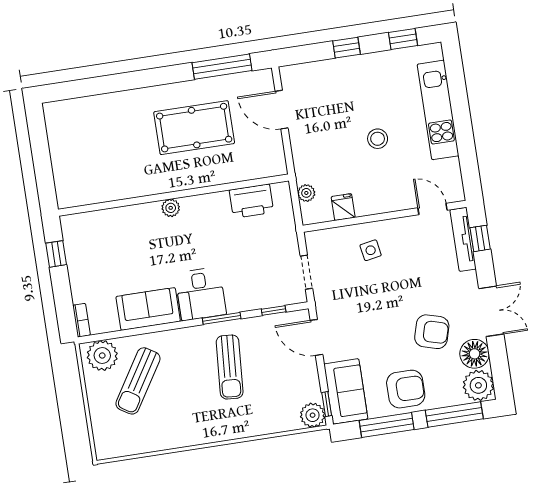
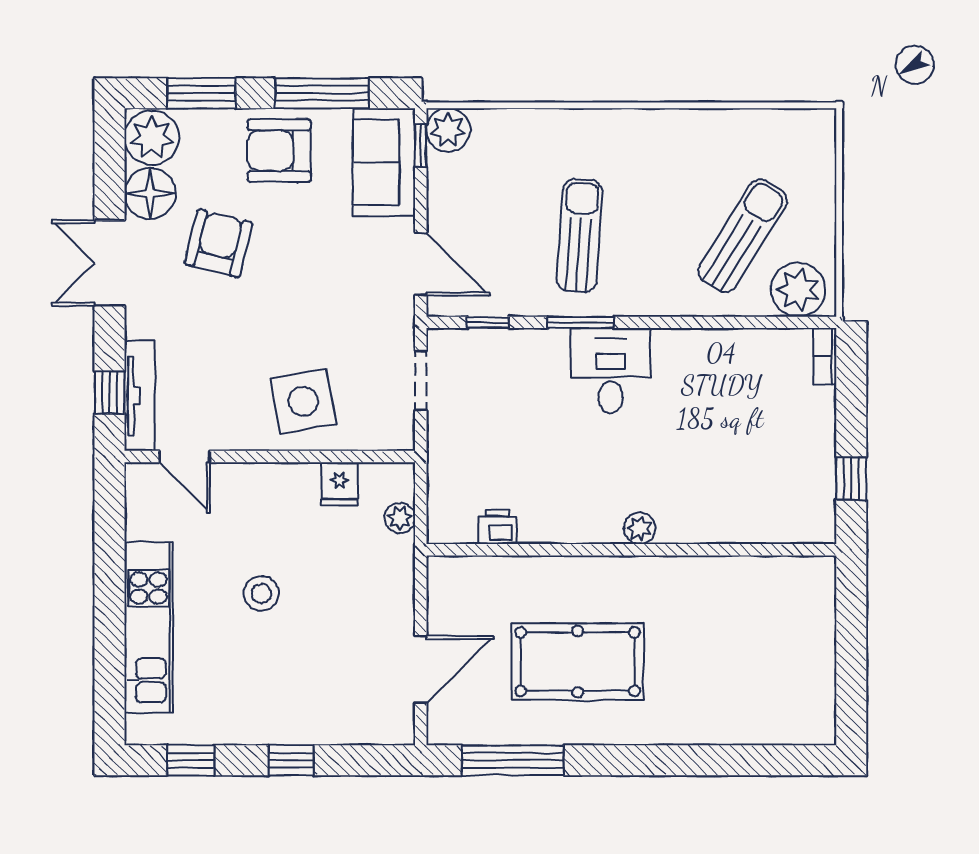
door: (282, 110) -> (421, 670), hinge flipped
printer: (251, 201) -> (497, 527), width x0.53, depth x0.68
side table: (371, 250) -> (303, 401), width x1.87, depth x1.87
sofa: (148, 309) -> (706, 358), removed
armchair: (432, 332) -> (218, 243), turned 88
window: (454, 415) -> (201, 93), width x0.69

